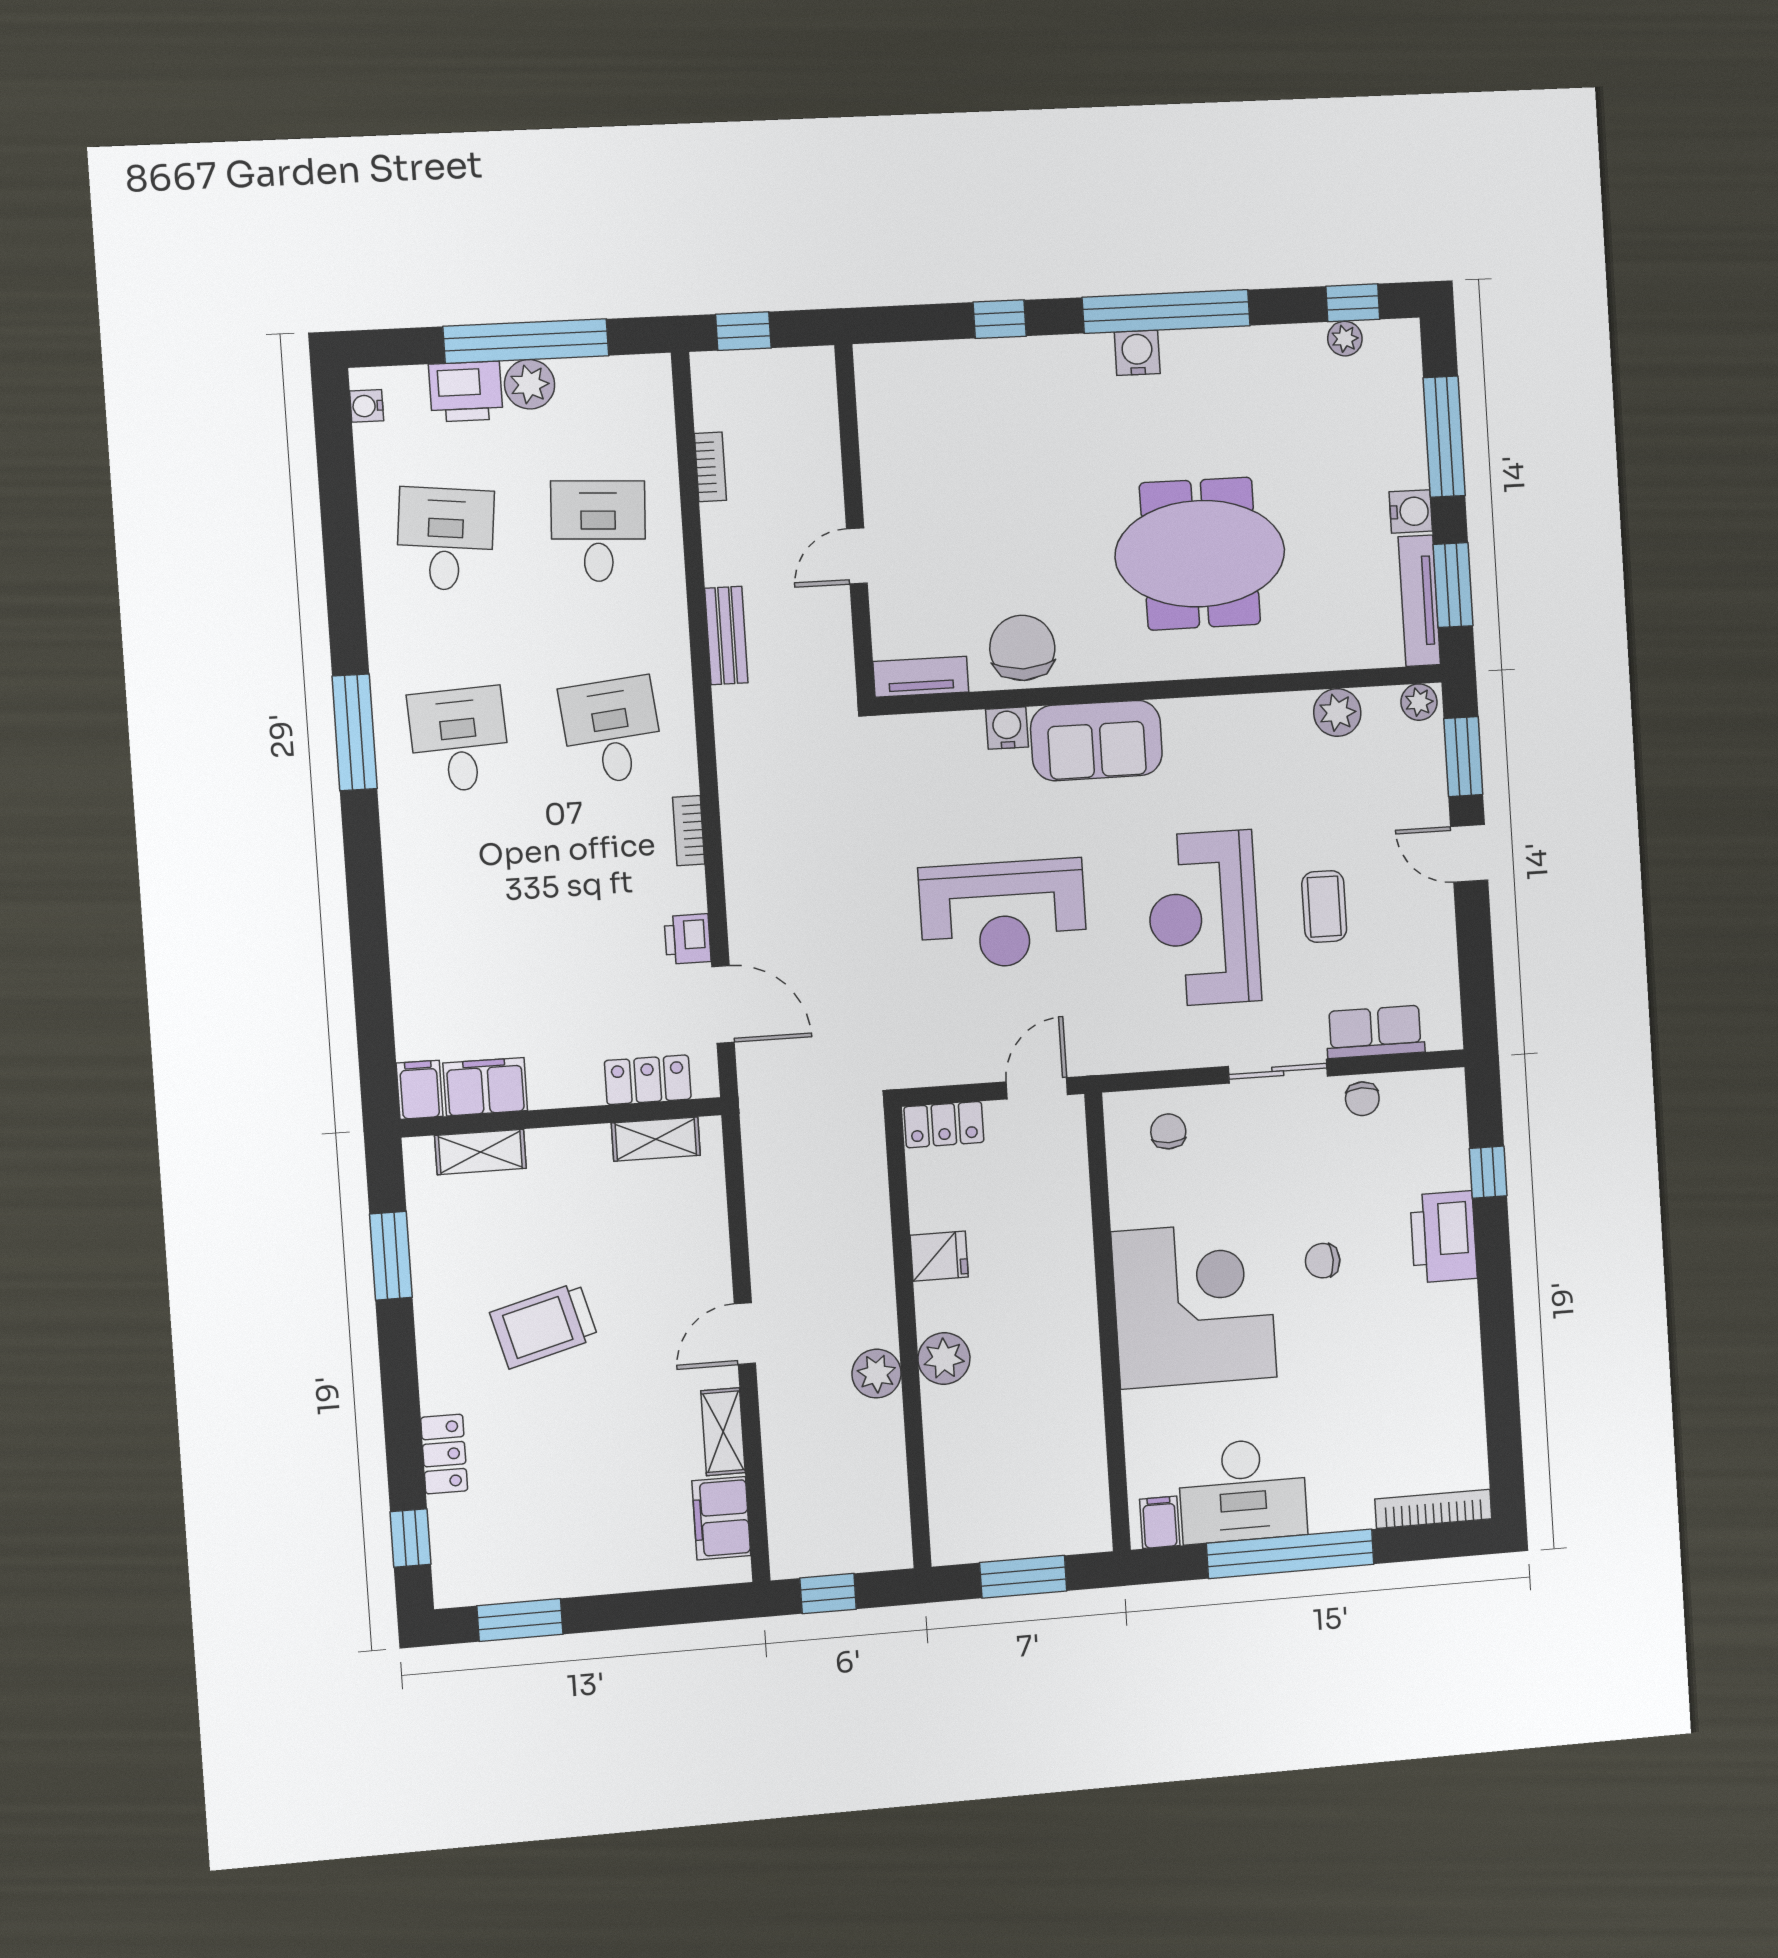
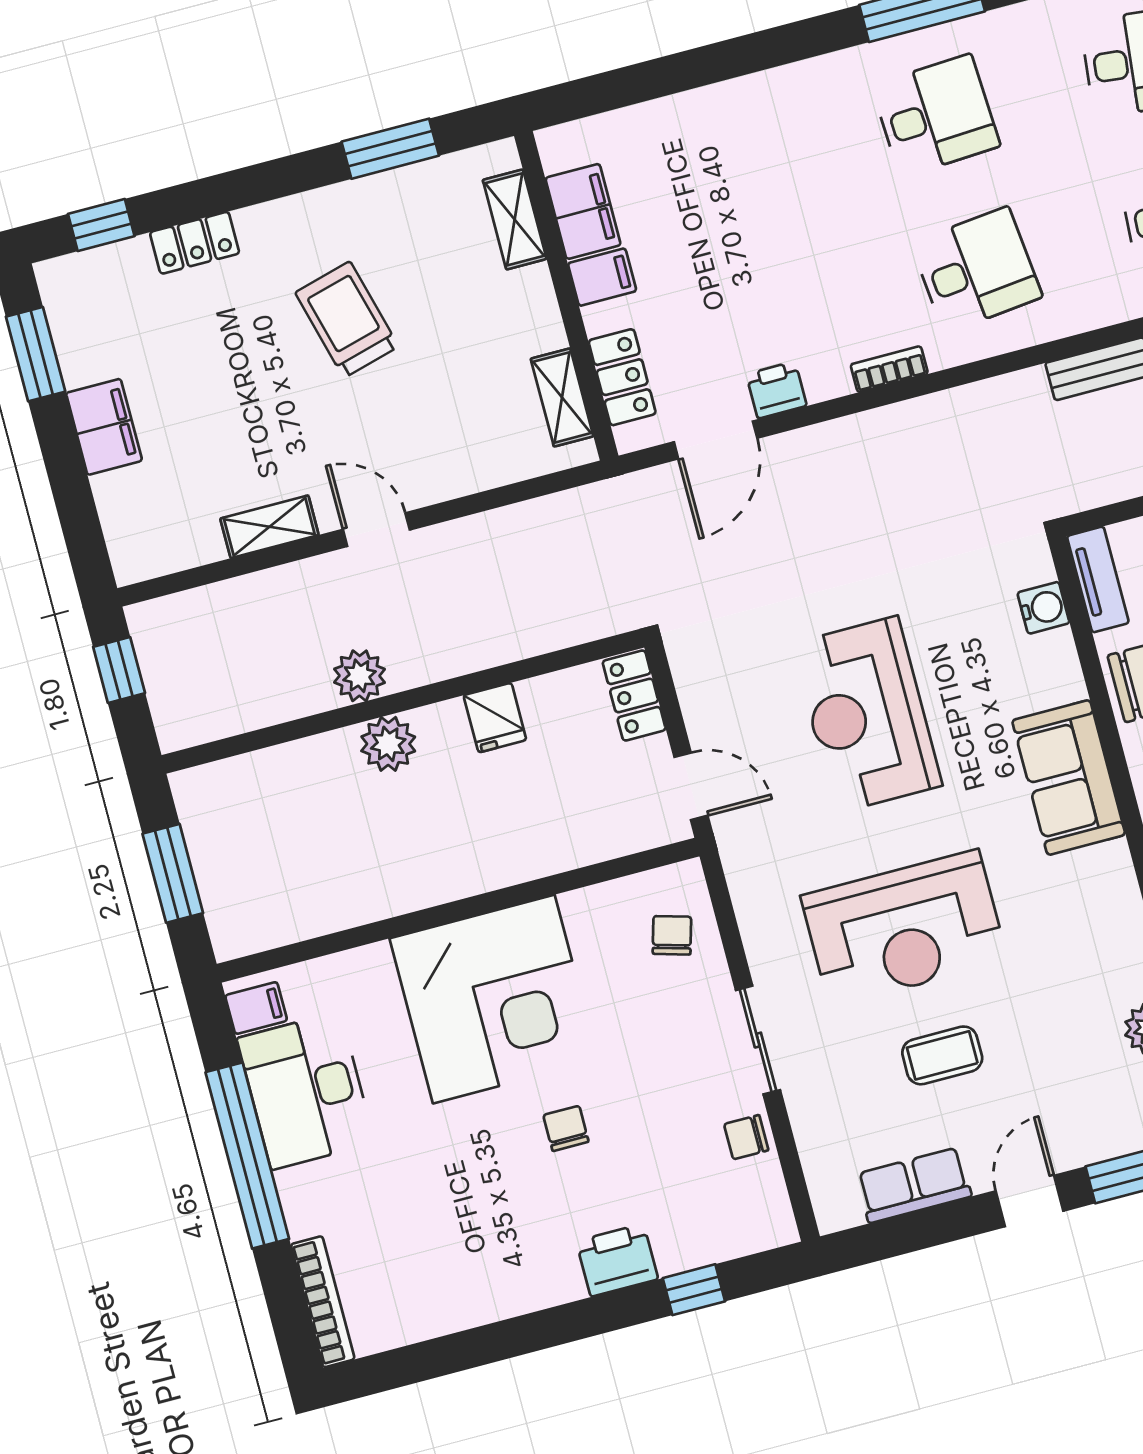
water cooler: (1007, 728) -> (1043, 608), moved
reception desk: (1203, 918) -> (904, 928), turned 180
row of seats: (1375, 1032) -> (914, 1185), moved, turned -90
filing cabinet: (420, 1090) -> (602, 277), moved
chair: (1168, 1131) -> (672, 935), turned -74
printer: (1444, 1237) -> (617, 1260), width x0.73, depth x0.84
filing cabinet: (721, 1518) -> (104, 427), moved, turned 90

